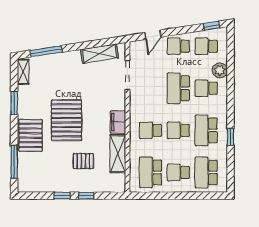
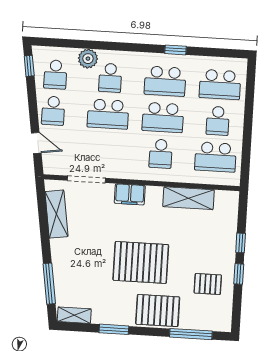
filing cabinet: (118, 122) -> (130, 194), moved
school desk: (178, 130) -> (163, 117), width x1.85
pallet: (83, 161) -> (208, 284), moved, turned 90

